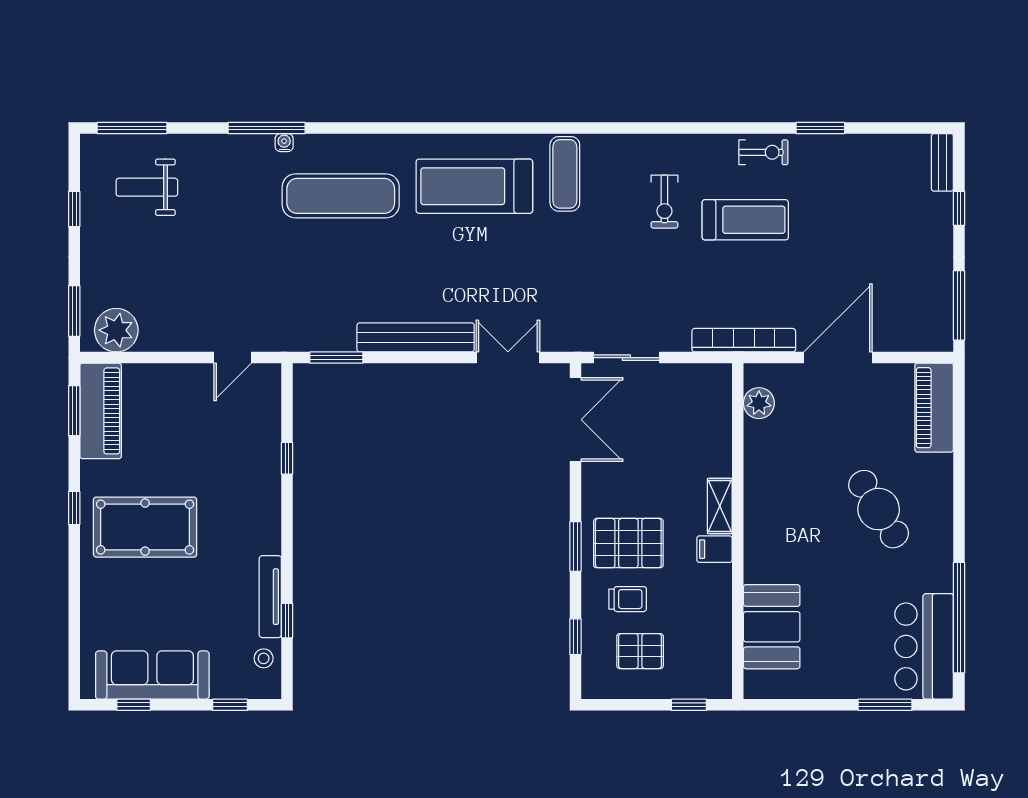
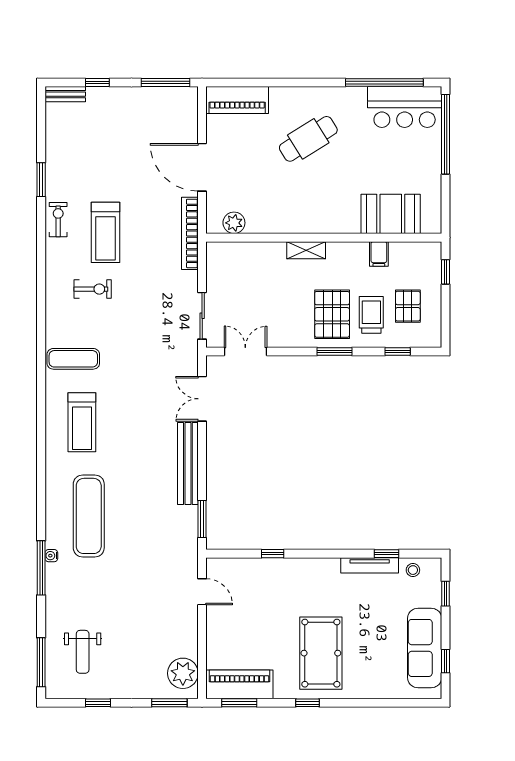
treadmill: (474, 186) -> (82, 422), width x0.73, depth x0.73
treadmill: (745, 220) -> (105, 232), turned 180
double door: (575, 420) -> (245, 351), width x0.73
filing cabinet: (715, 549) -> (379, 254), moved
trolley: (628, 599) -> (371, 315), width x1.36, depth x1.39
window: (885, 705) -> (445, 134), width x2.11

